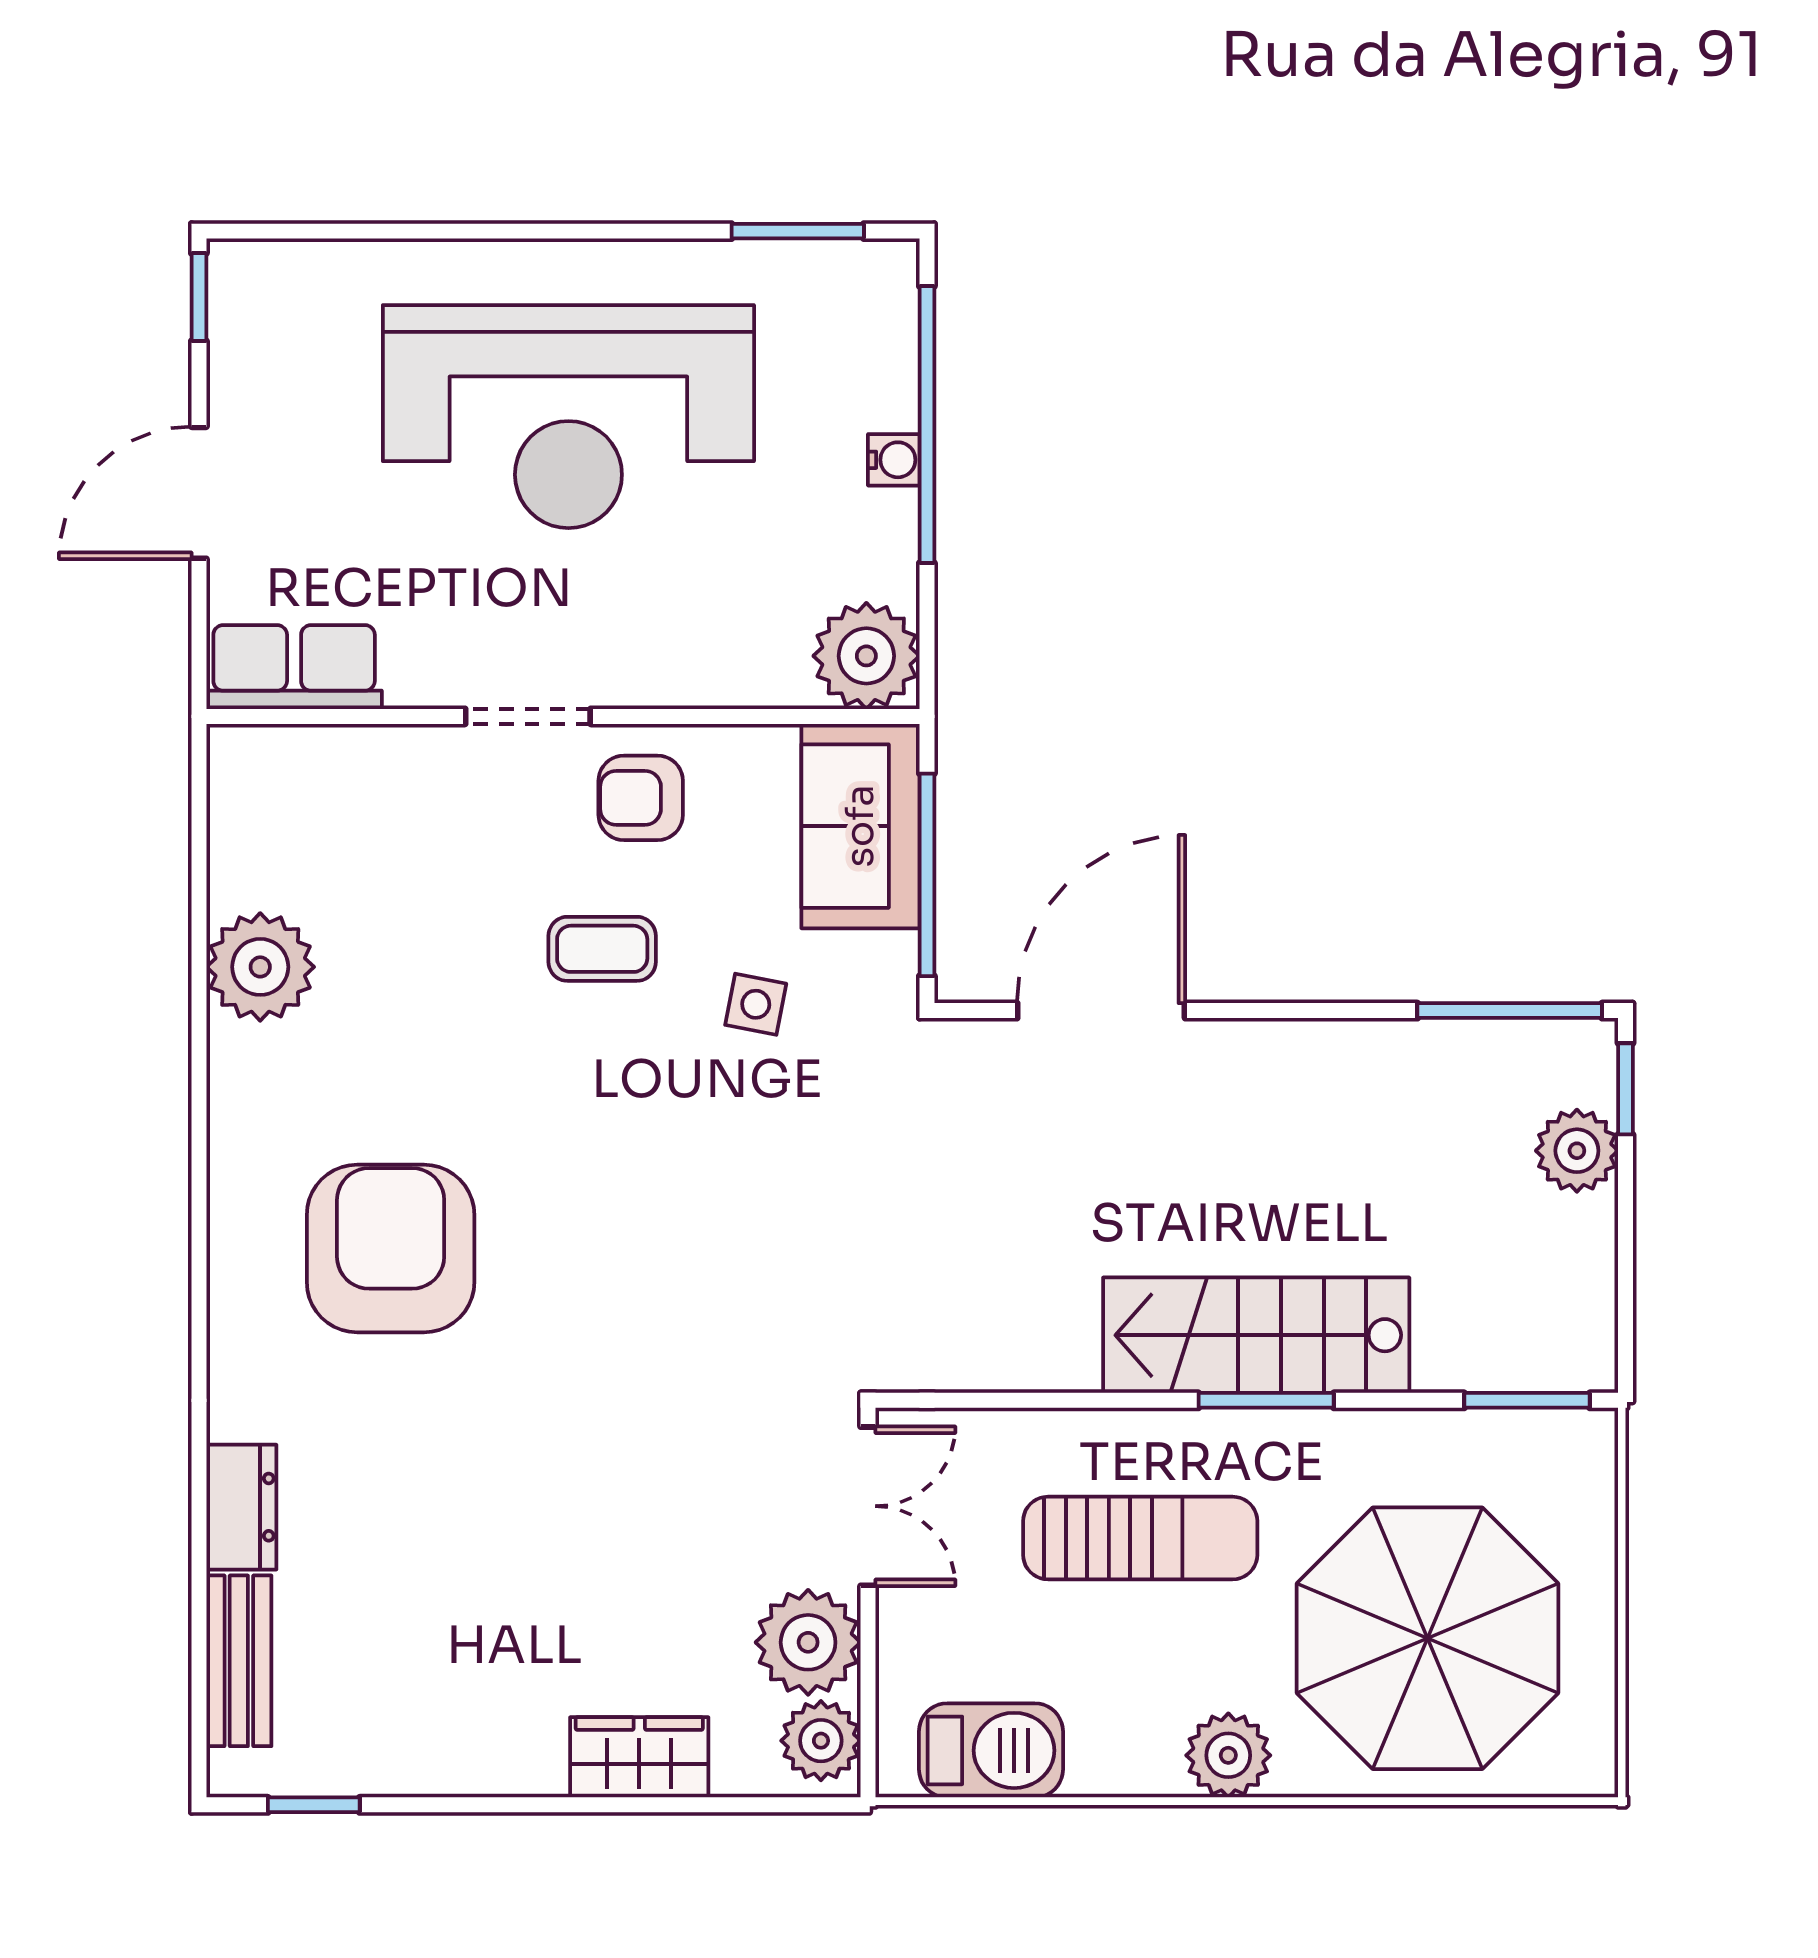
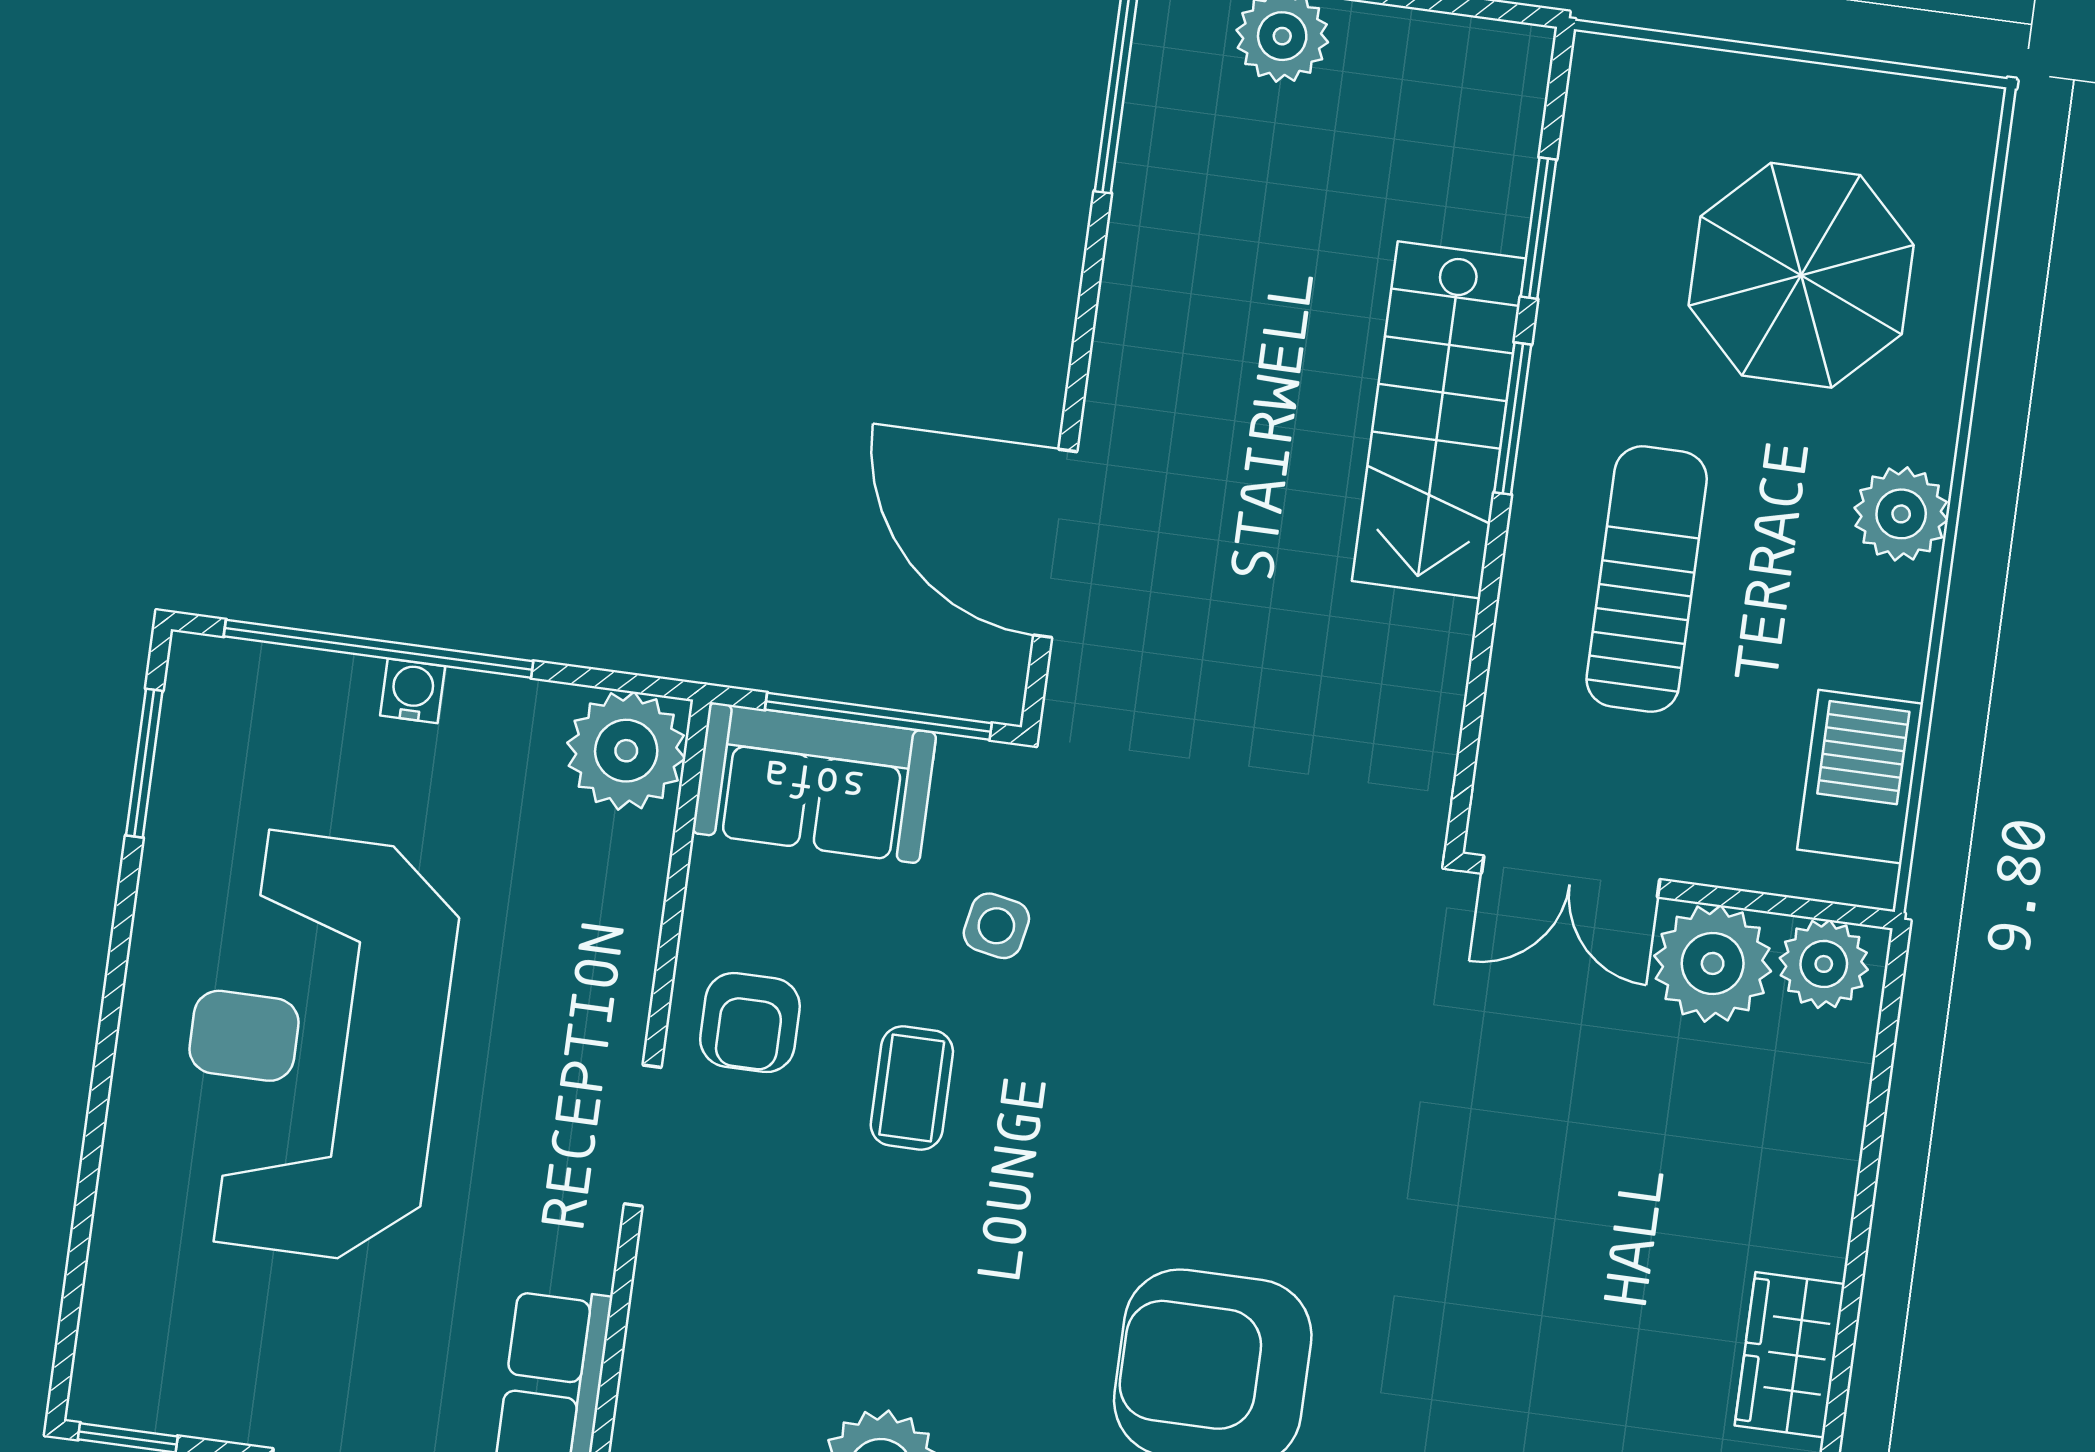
reception desk: (568, 417) -> (316, 1046), turned 180
window: (1527, 1400) -> (1538, 228), moved
double door: (868, 1506) -> (1571, 876), swing flipped
parasol: (1427, 1638) -> (1801, 275), width x0.73, depth x0.73
wardrobe: (639, 1757) -> (1790, 1355), moved

